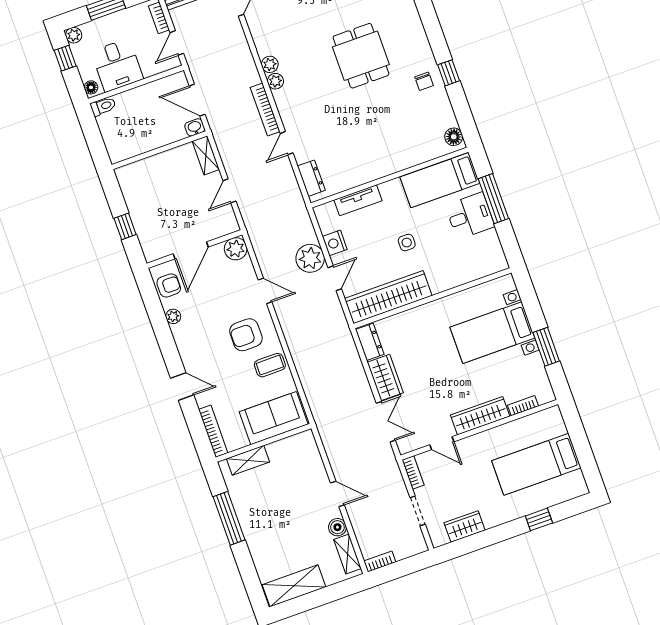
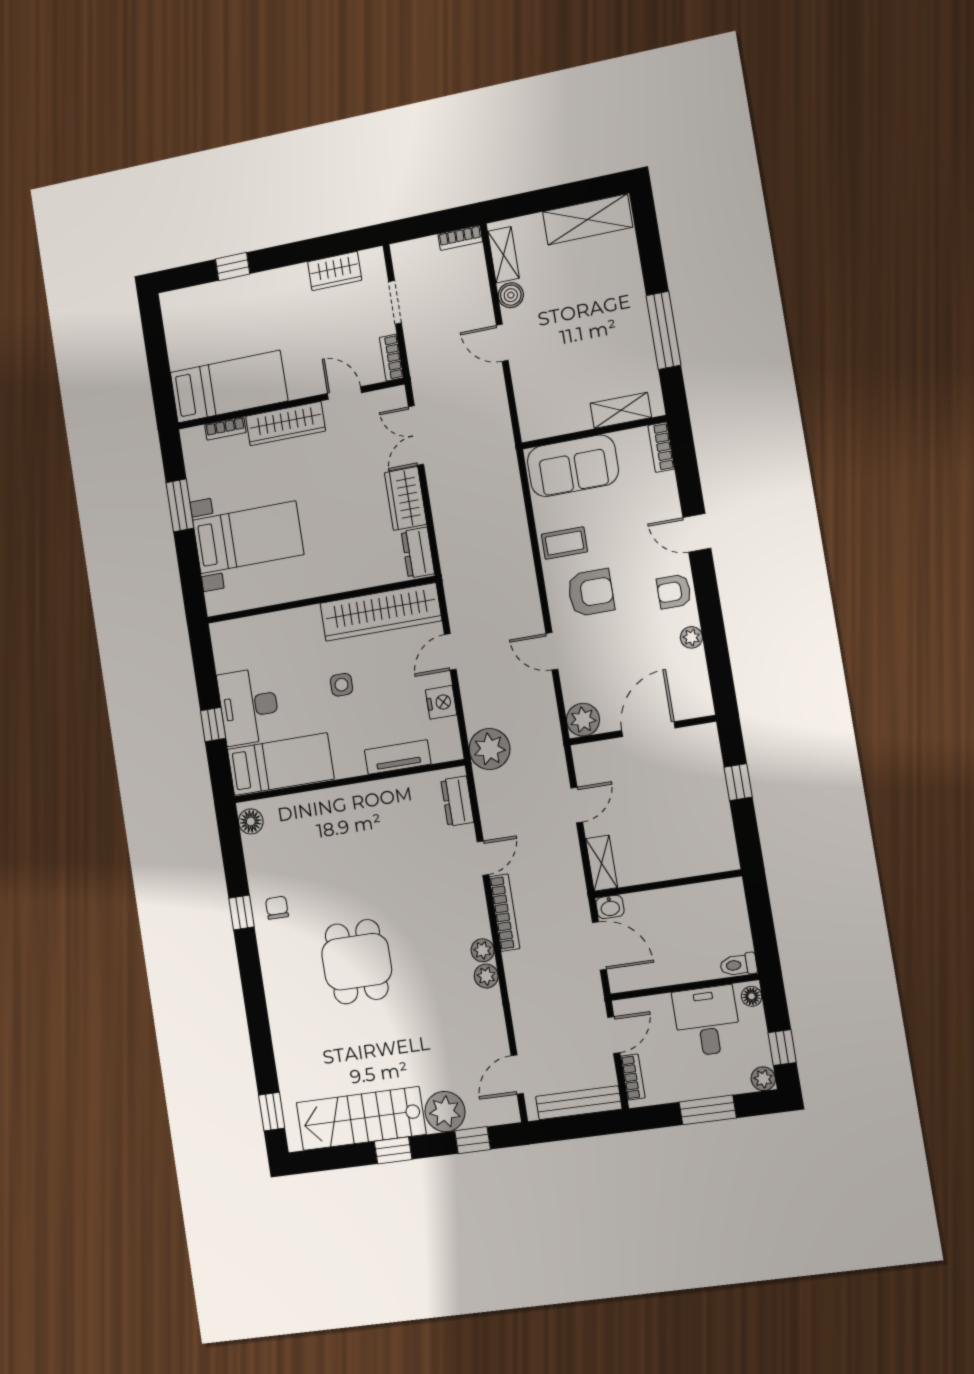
window: (493, 199) -> (213, 724), width x0.46
desk: (470, 216) -> (249, 706), width x1.37
plant: (310, 258) -> (490, 749), moved
armchair: (169, 285) -> (674, 591), moved
bookcase: (213, 431) -> (661, 447), width x0.64
bed: (536, 464) -> (229, 387), moved

